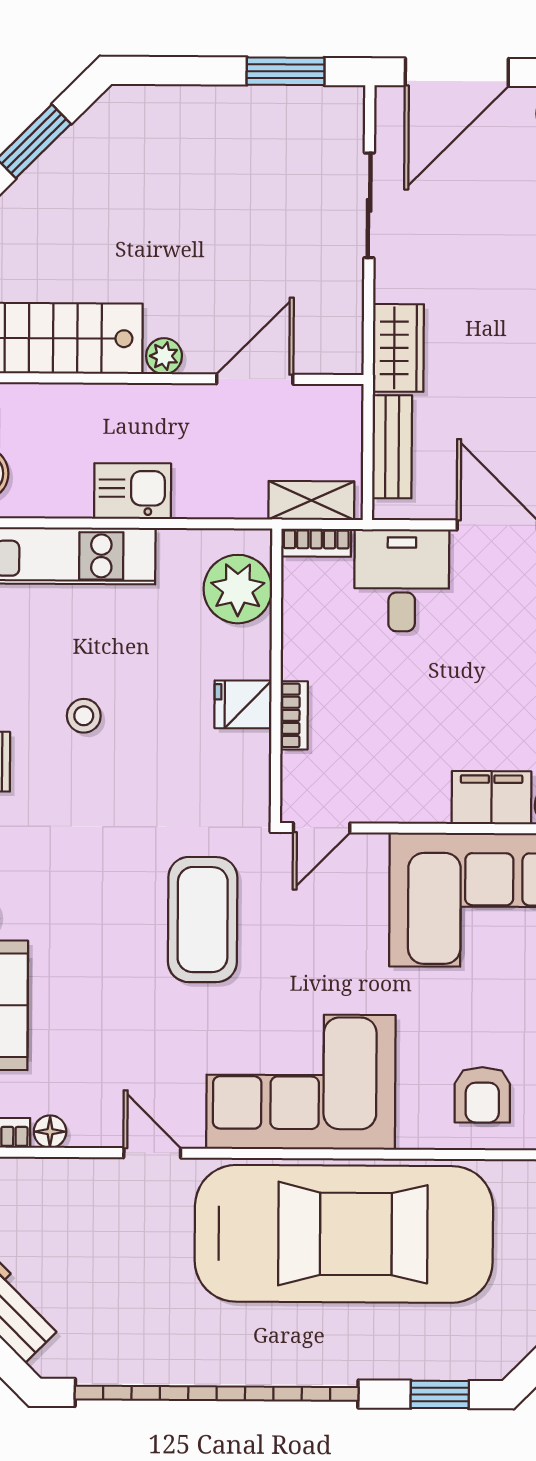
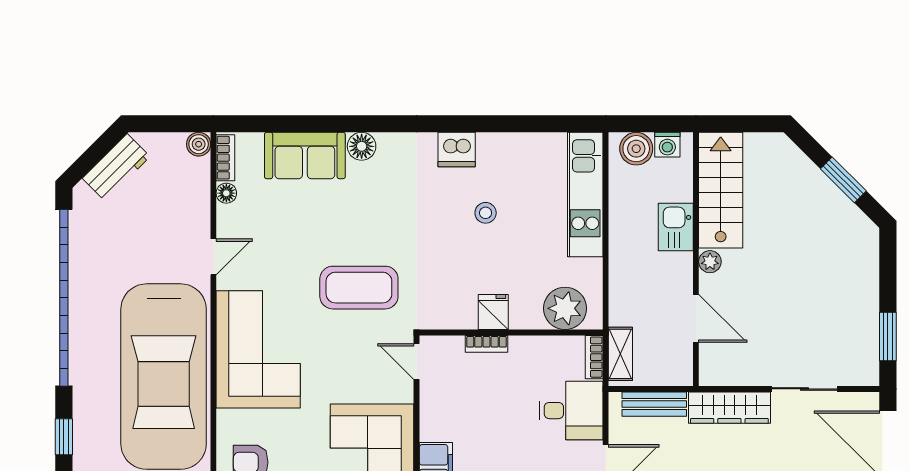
wardrobe: (398, 348) -> (729, 408), width x1.50
kitchen sink: (133, 491) -> (676, 227), moved, turned 180

